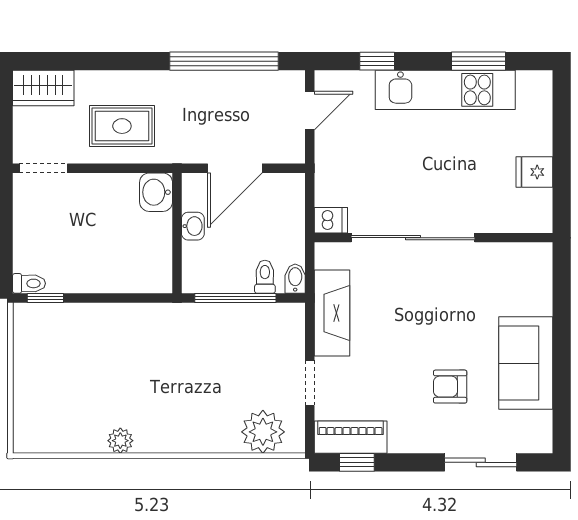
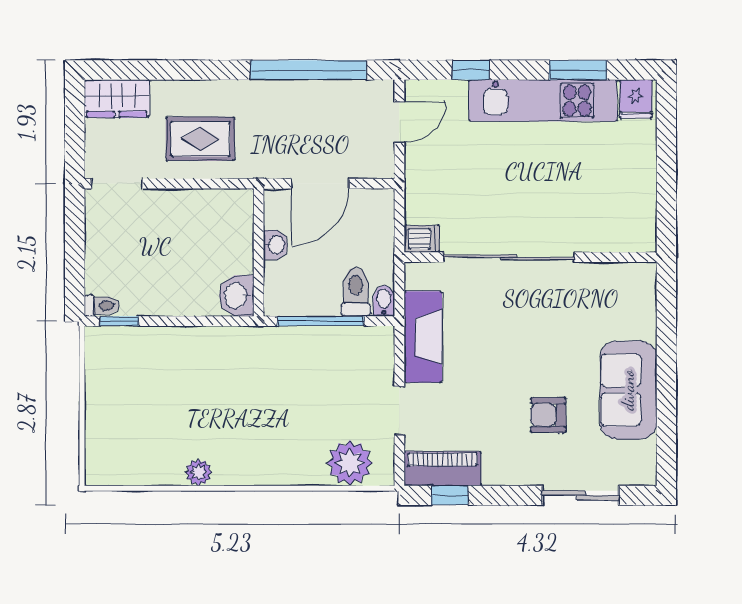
fridge: (534, 172) -> (636, 99), moved, turned -90
washbasin: (156, 192) -> (236, 296), moved
toilet: (265, 277) -> (356, 292), width x1.37, depth x1.39

